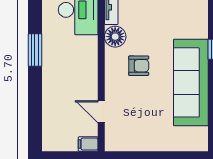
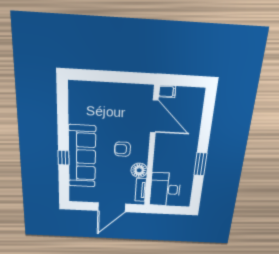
sofa: (191, 82) -> (82, 157), moved
door: (101, 112) -> (154, 116), width x1.88

